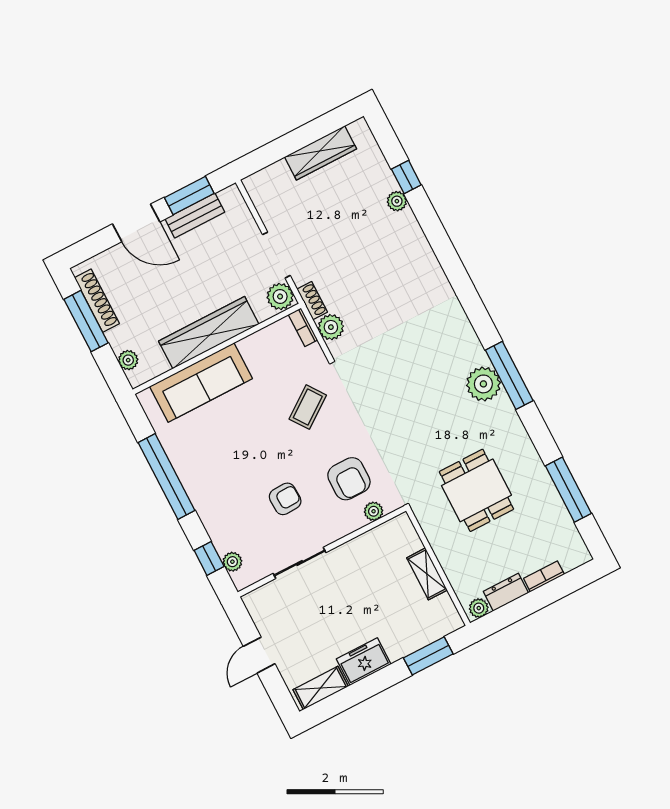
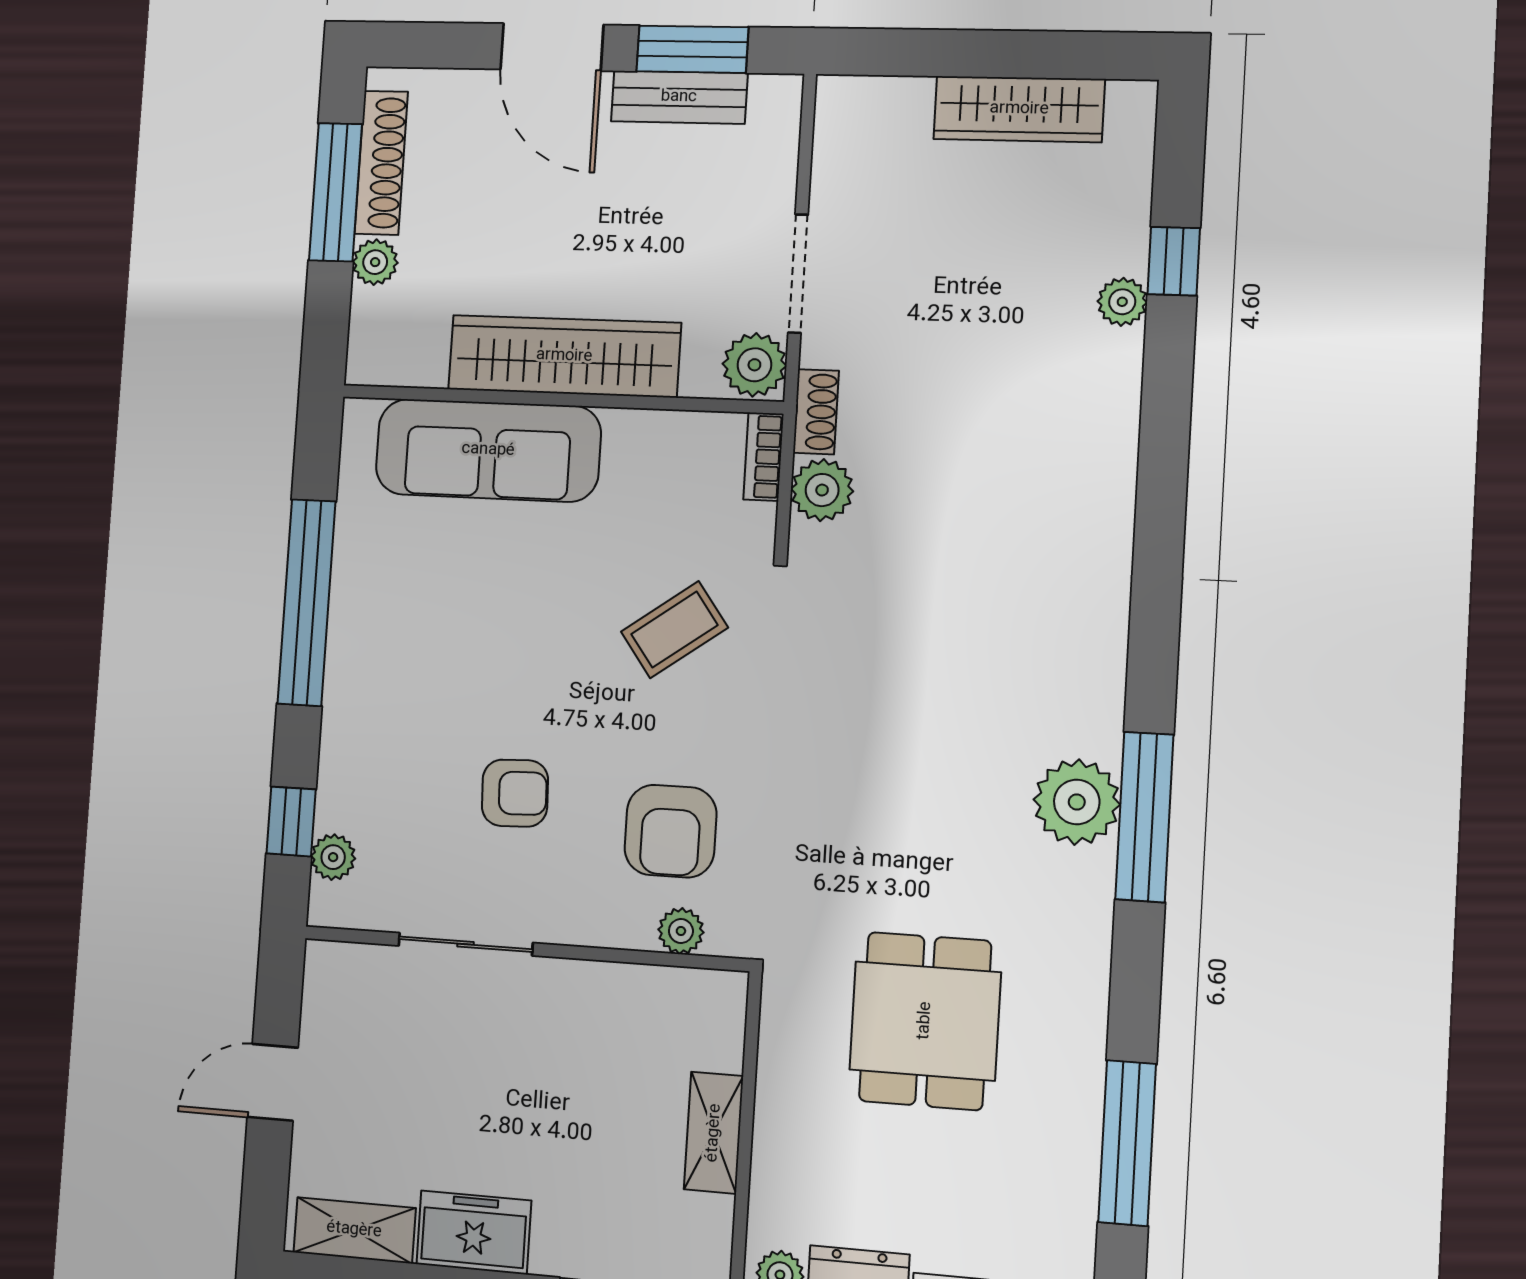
plant: (128, 360) -> (375, 262), moved

